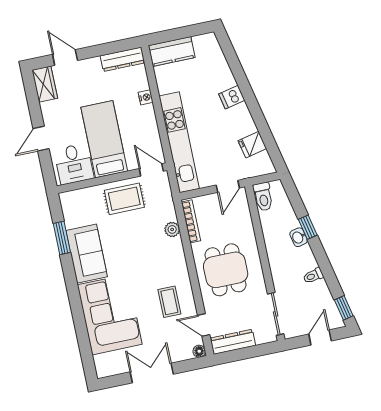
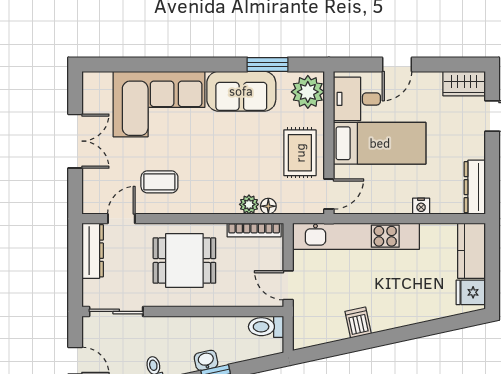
dishwasher: (232, 97) -> (358, 323), moved
door: (41, 139) -> (397, 64), swing flipped
fridge: (252, 145) -> (471, 292), moved, turned -78
plant: (76, 203) -> (308, 92), added
floor lamp: (199, 351) -> (268, 206), moved

